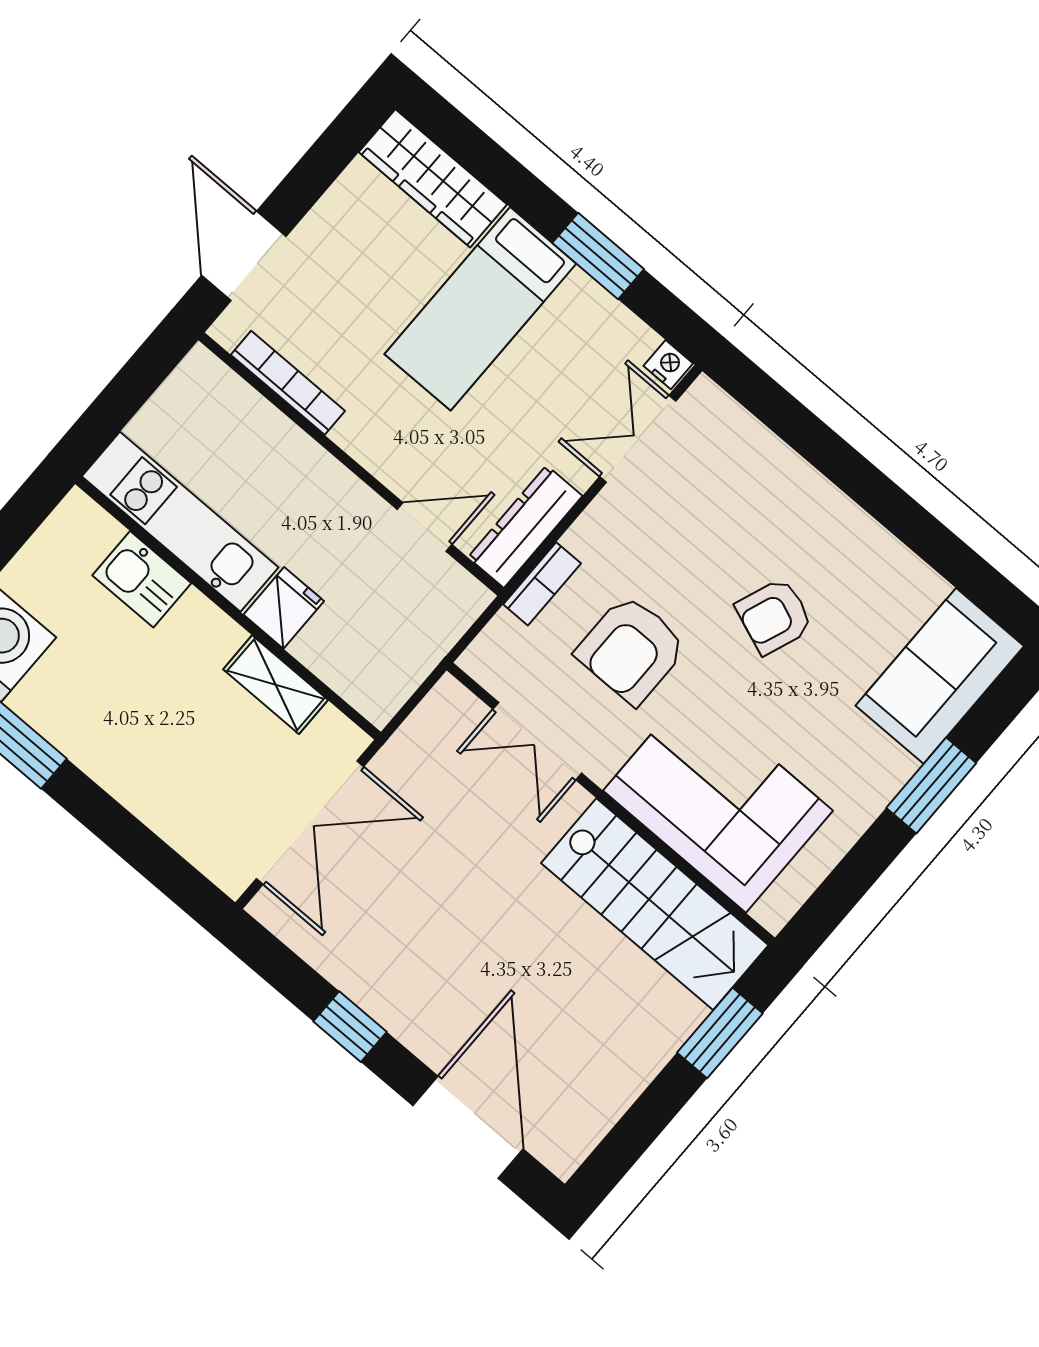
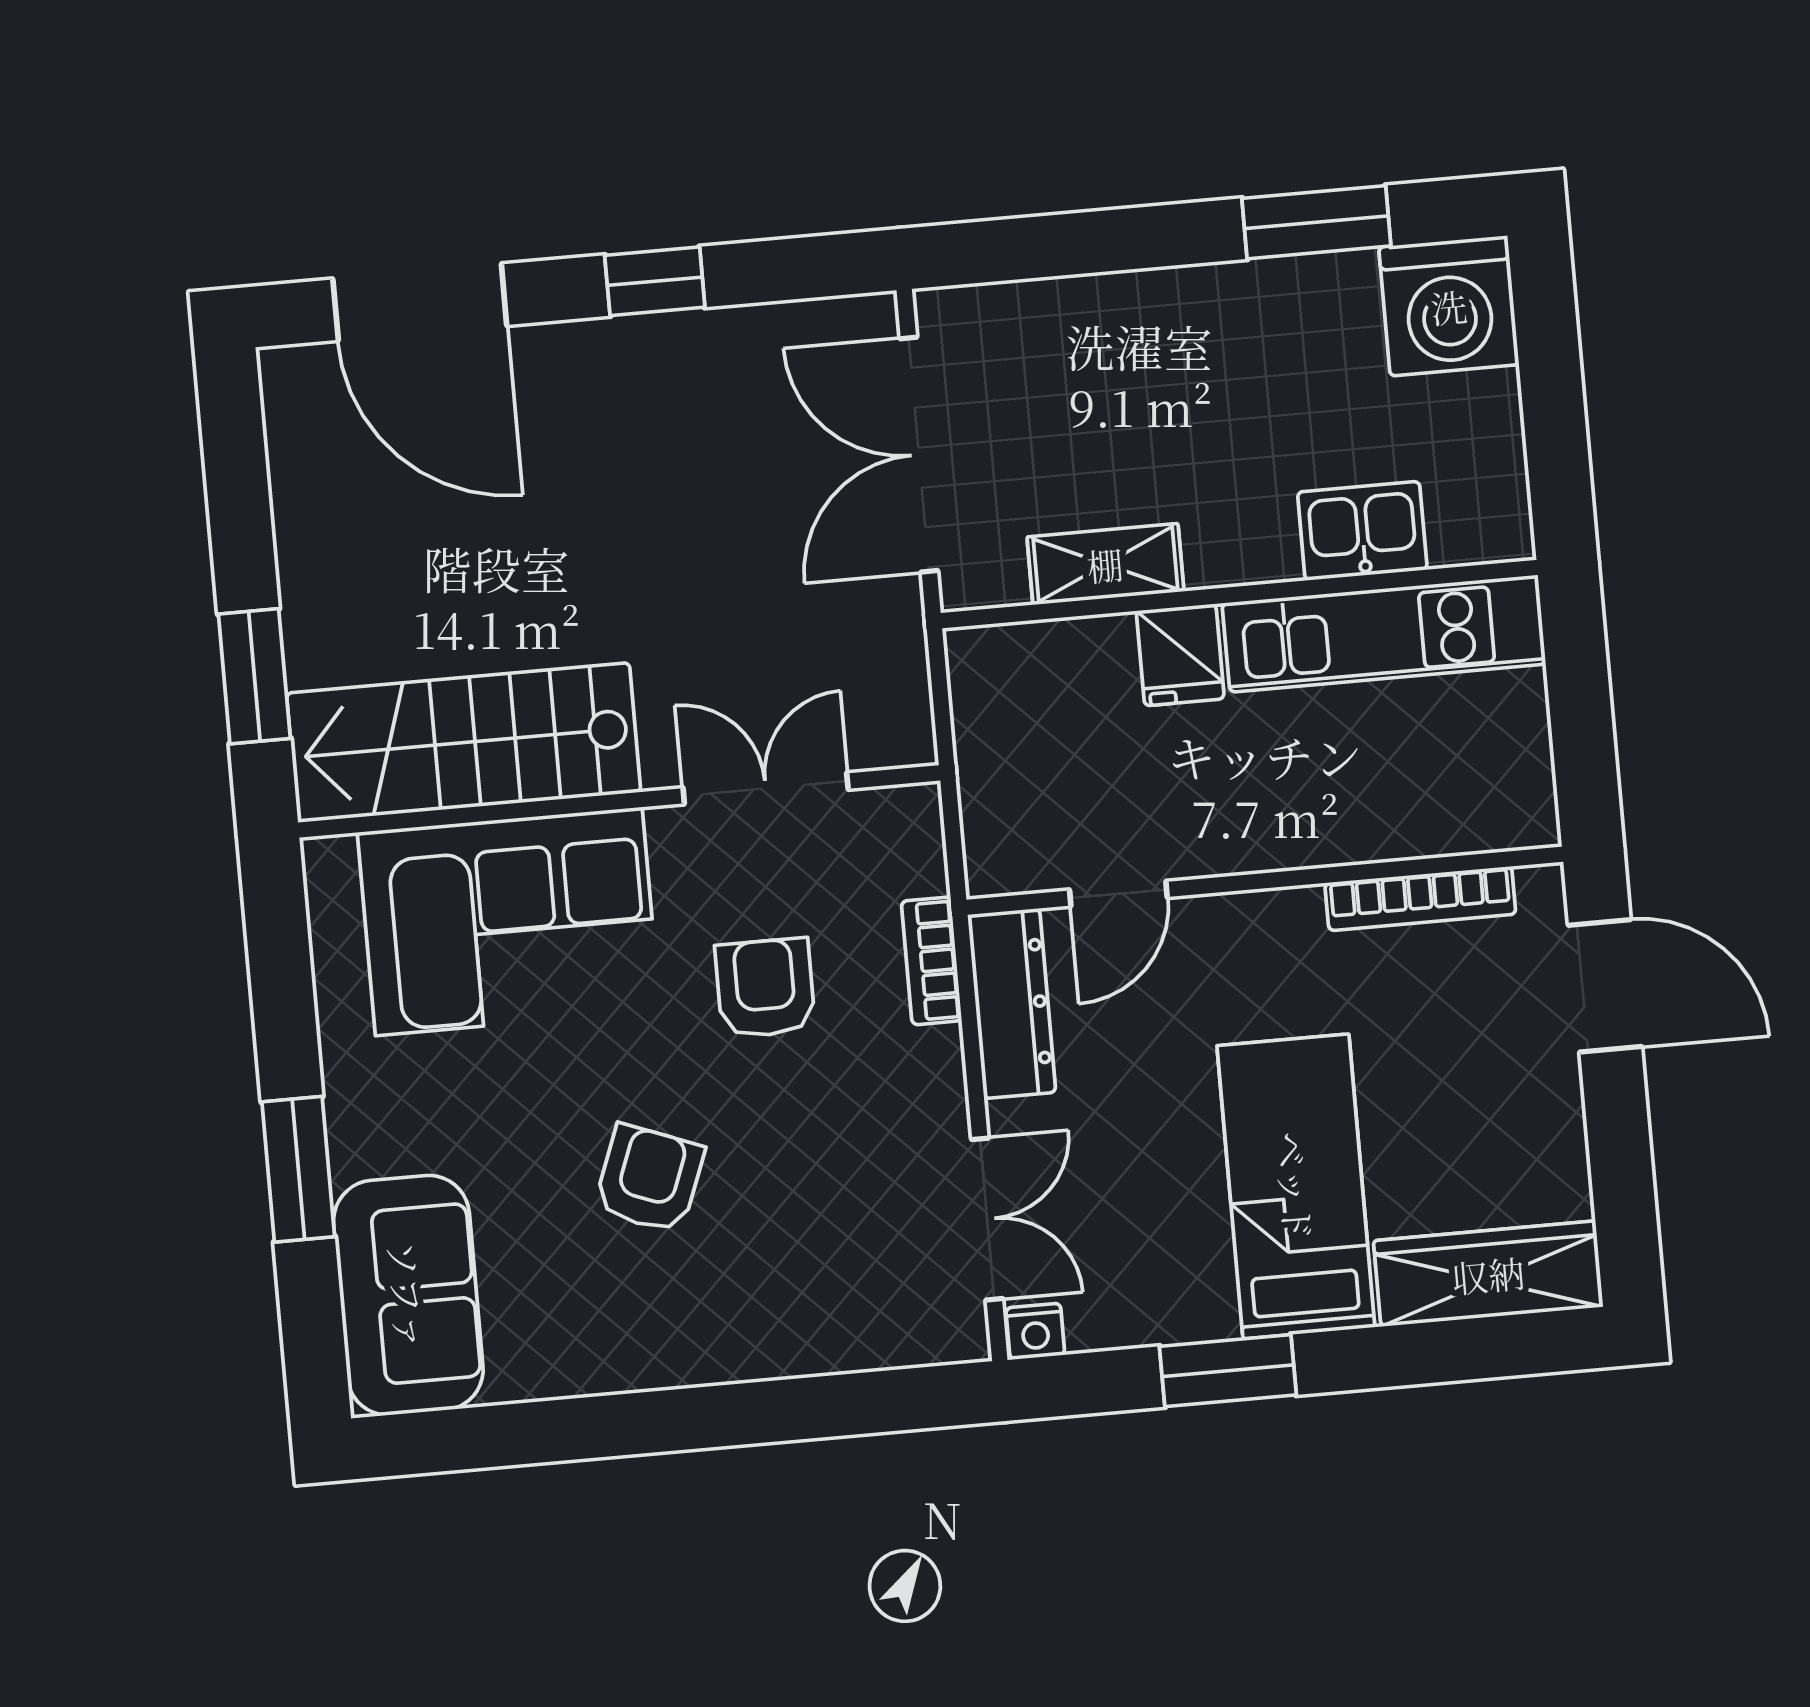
armchair: (631, 650) -> (765, 988), width x0.72, depth x0.72

